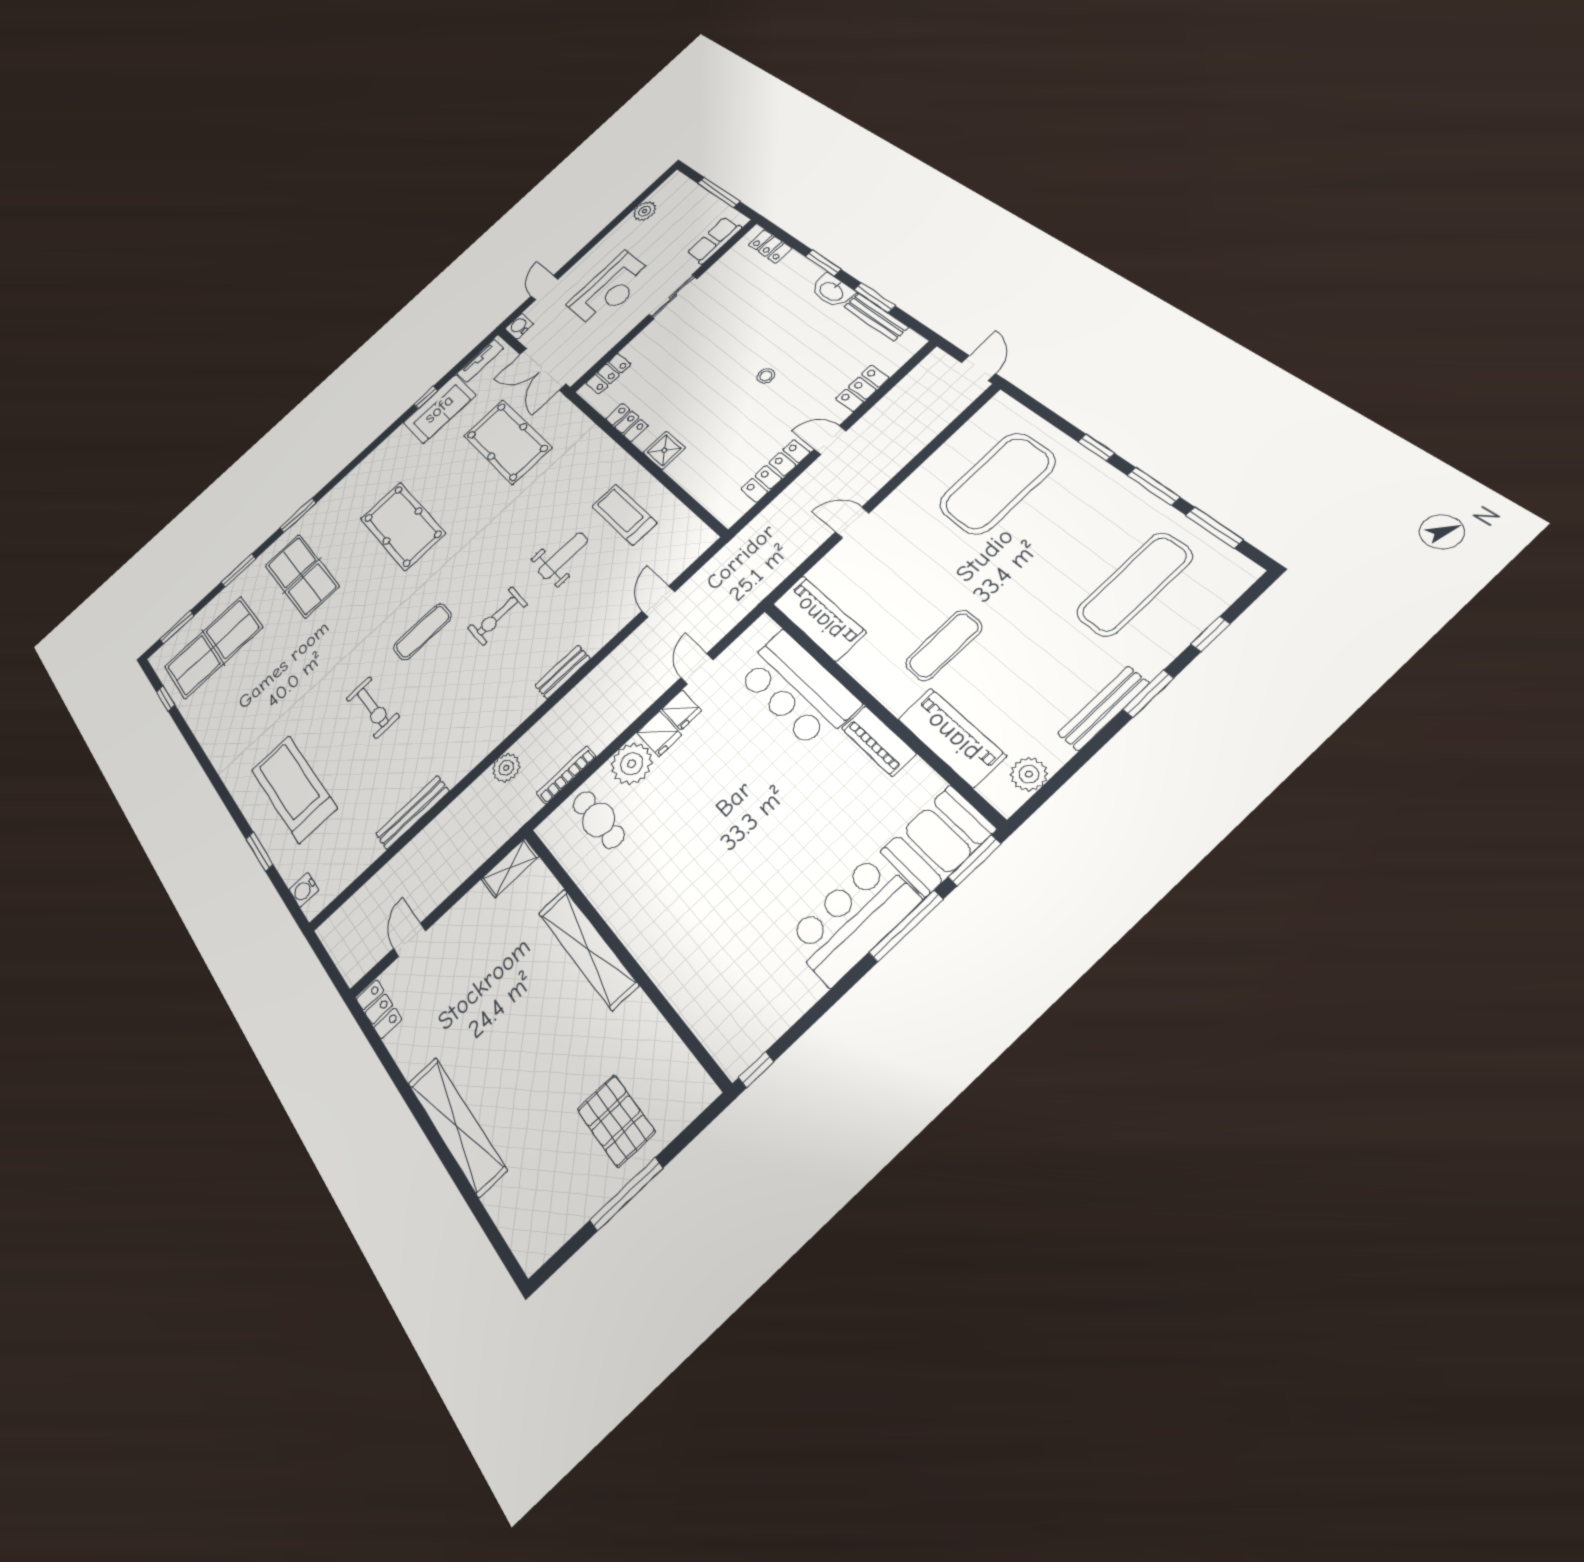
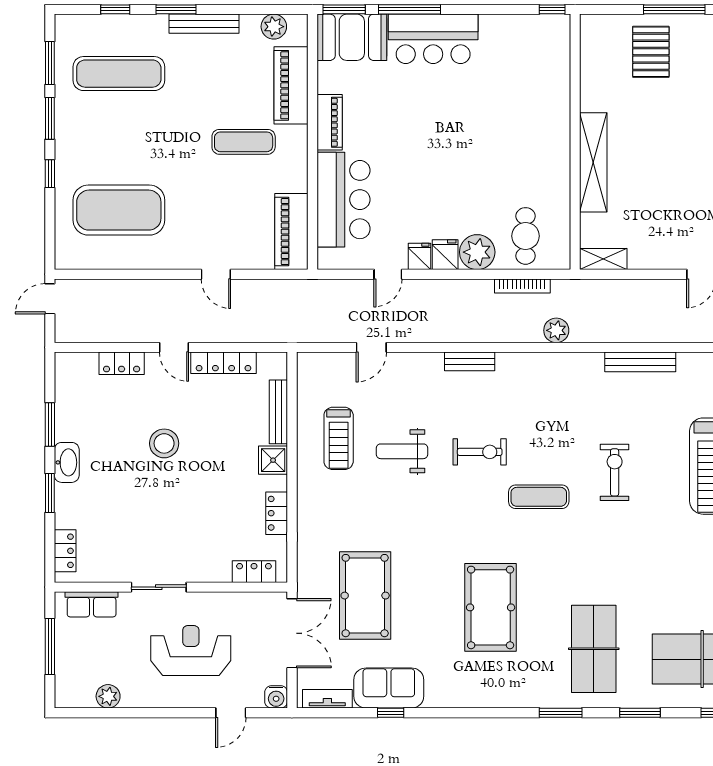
bench: (876, 317) -> (278, 412), moved
stool: (766, 376) -> (164, 443), width x1.89, depth x1.89

